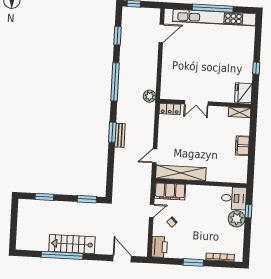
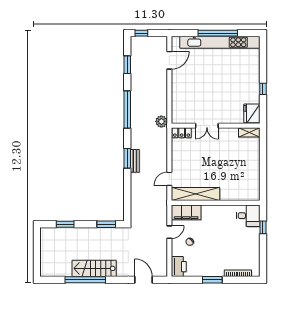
filing cabinet: (242, 146) -> (254, 164), removed
plant: (237, 219) -> (252, 235), removed

